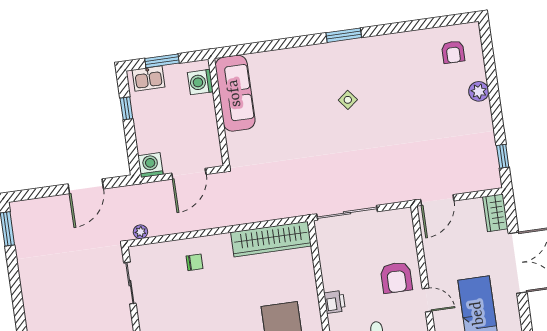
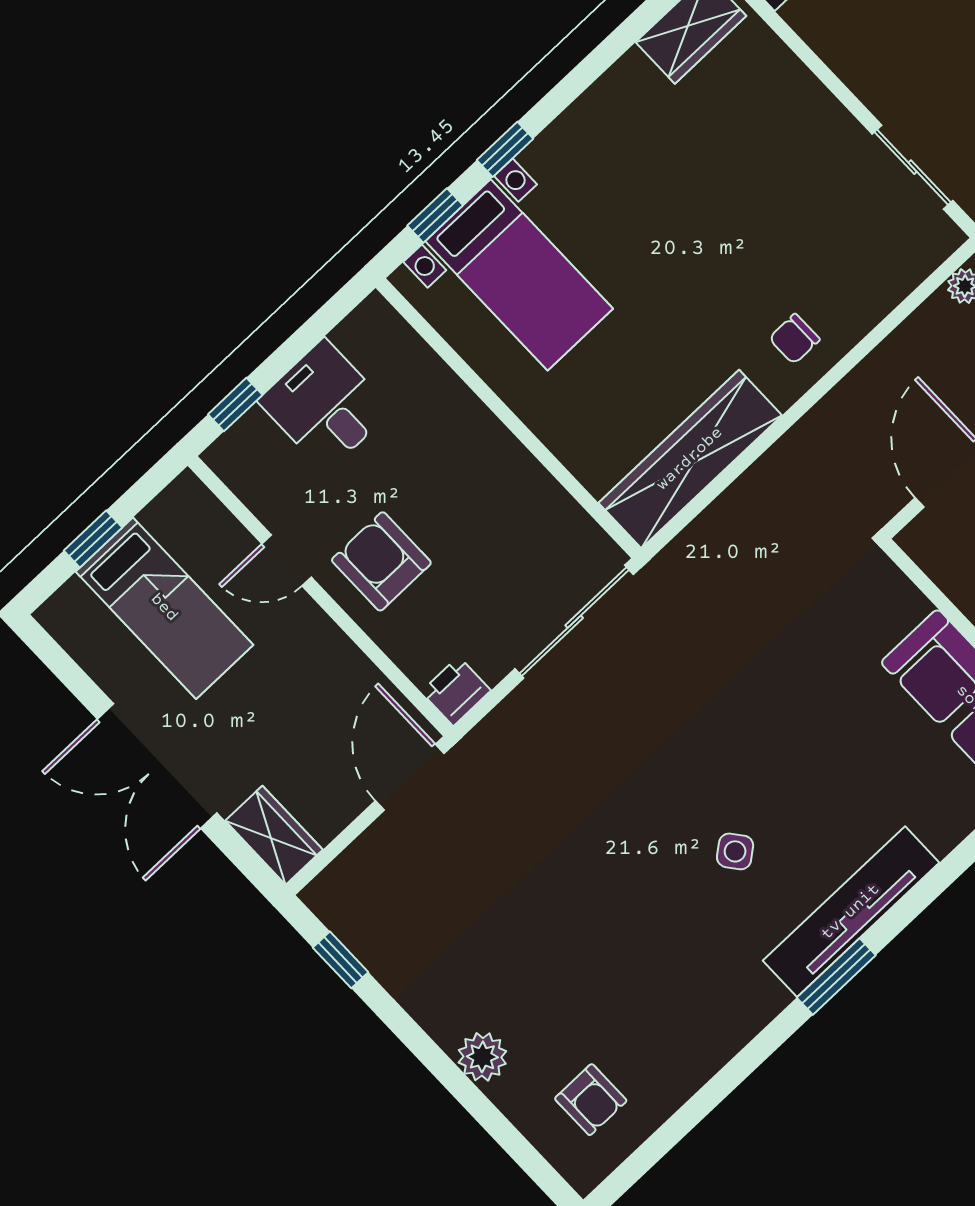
armchair: (453, 52) -> (591, 1100), turned 180
tv unit: (324, 53) -> (851, 912), added
chair: (195, 262) -> (794, 339), moved
printer: (335, 302) -> (456, 691), moved, turned 90

